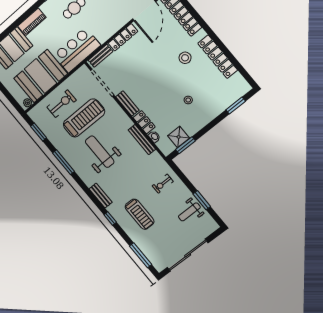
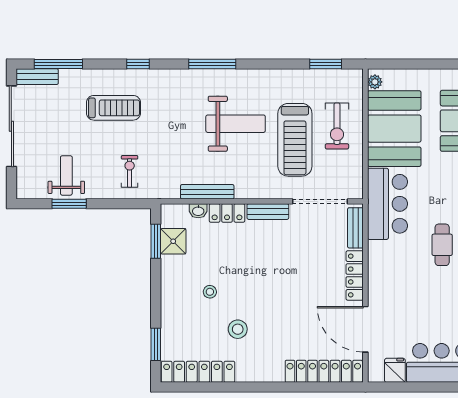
locker: (218, 57) -> (198, 372), moved
stool: (185, 58) -> (238, 329), moved
window: (63, 162) -> (212, 64), moved
bench: (101, 196) -> (37, 77), moved
treadmill: (140, 214) -> (113, 108), turned 180

